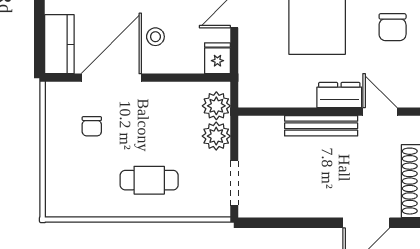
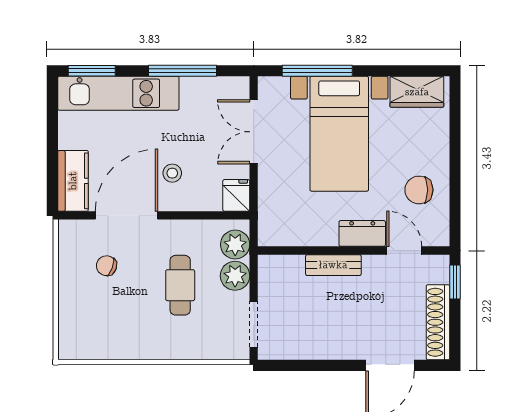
chair: (393, 27) -> (419, 190), moved, turned 90
chair: (92, 126) -> (106, 266), turned 110
bench: (321, 126) -> (333, 265), width x0.73
cafe table: (149, 180) -> (180, 285), moved, turned 90

